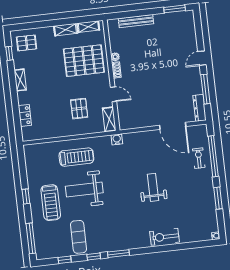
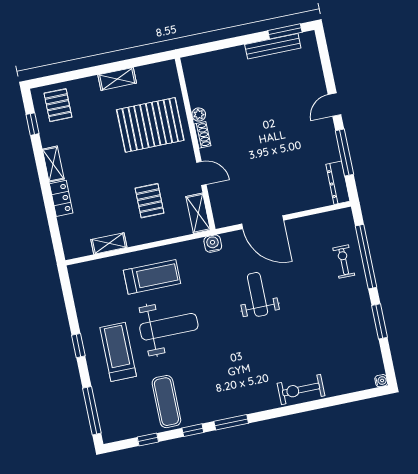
bench: (136, 21) -> (273, 46), moved
shelving: (88, 27) -> (109, 243), moved
pallet: (27, 43) -> (58, 105), turned 90
locker: (25, 115) -> (61, 198), moved
door: (173, 126) -> (263, 222), moved
weight bench: (153, 187) -> (258, 294), moved
weight bench: (84, 190) -> (169, 327), turned 180
treadmill: (51, 203) -> (118, 352), turned 180

